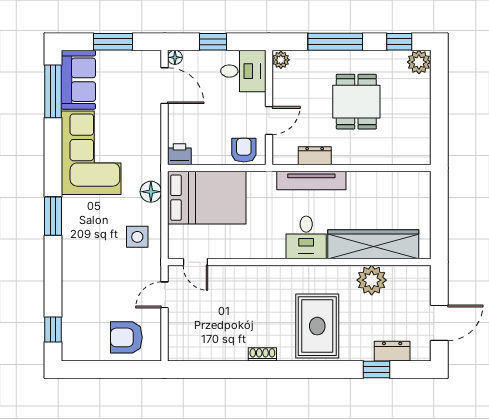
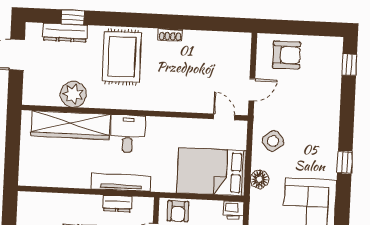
window: (53, 216) -> (345, 162), width x0.67
side table: (137, 237) -> (273, 141), turned -37
dresser: (392, 351) -> (65, 33), width x1.44

